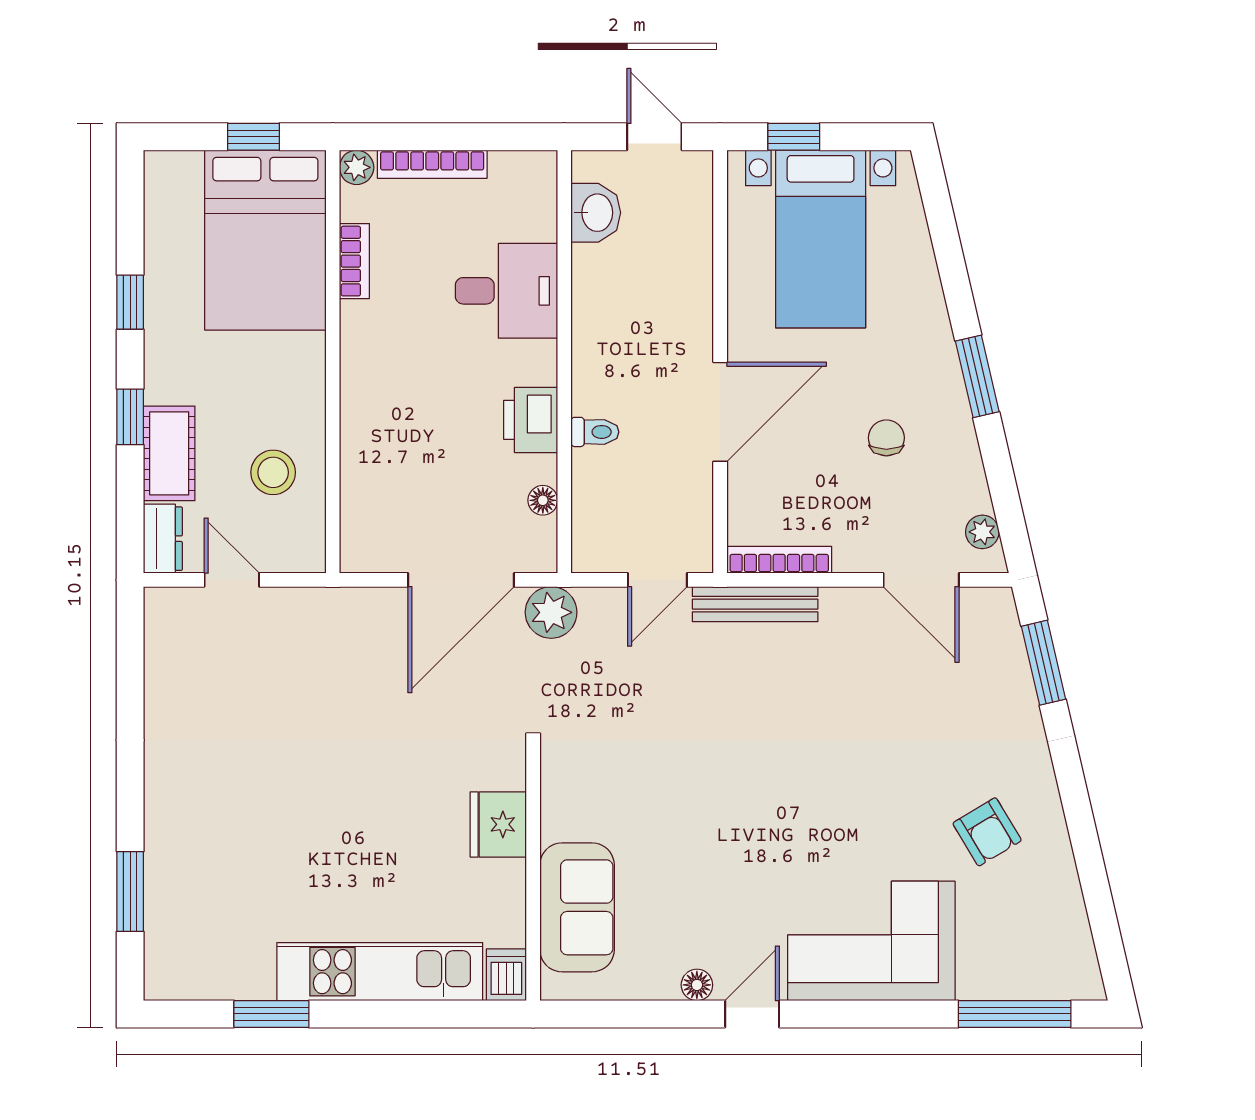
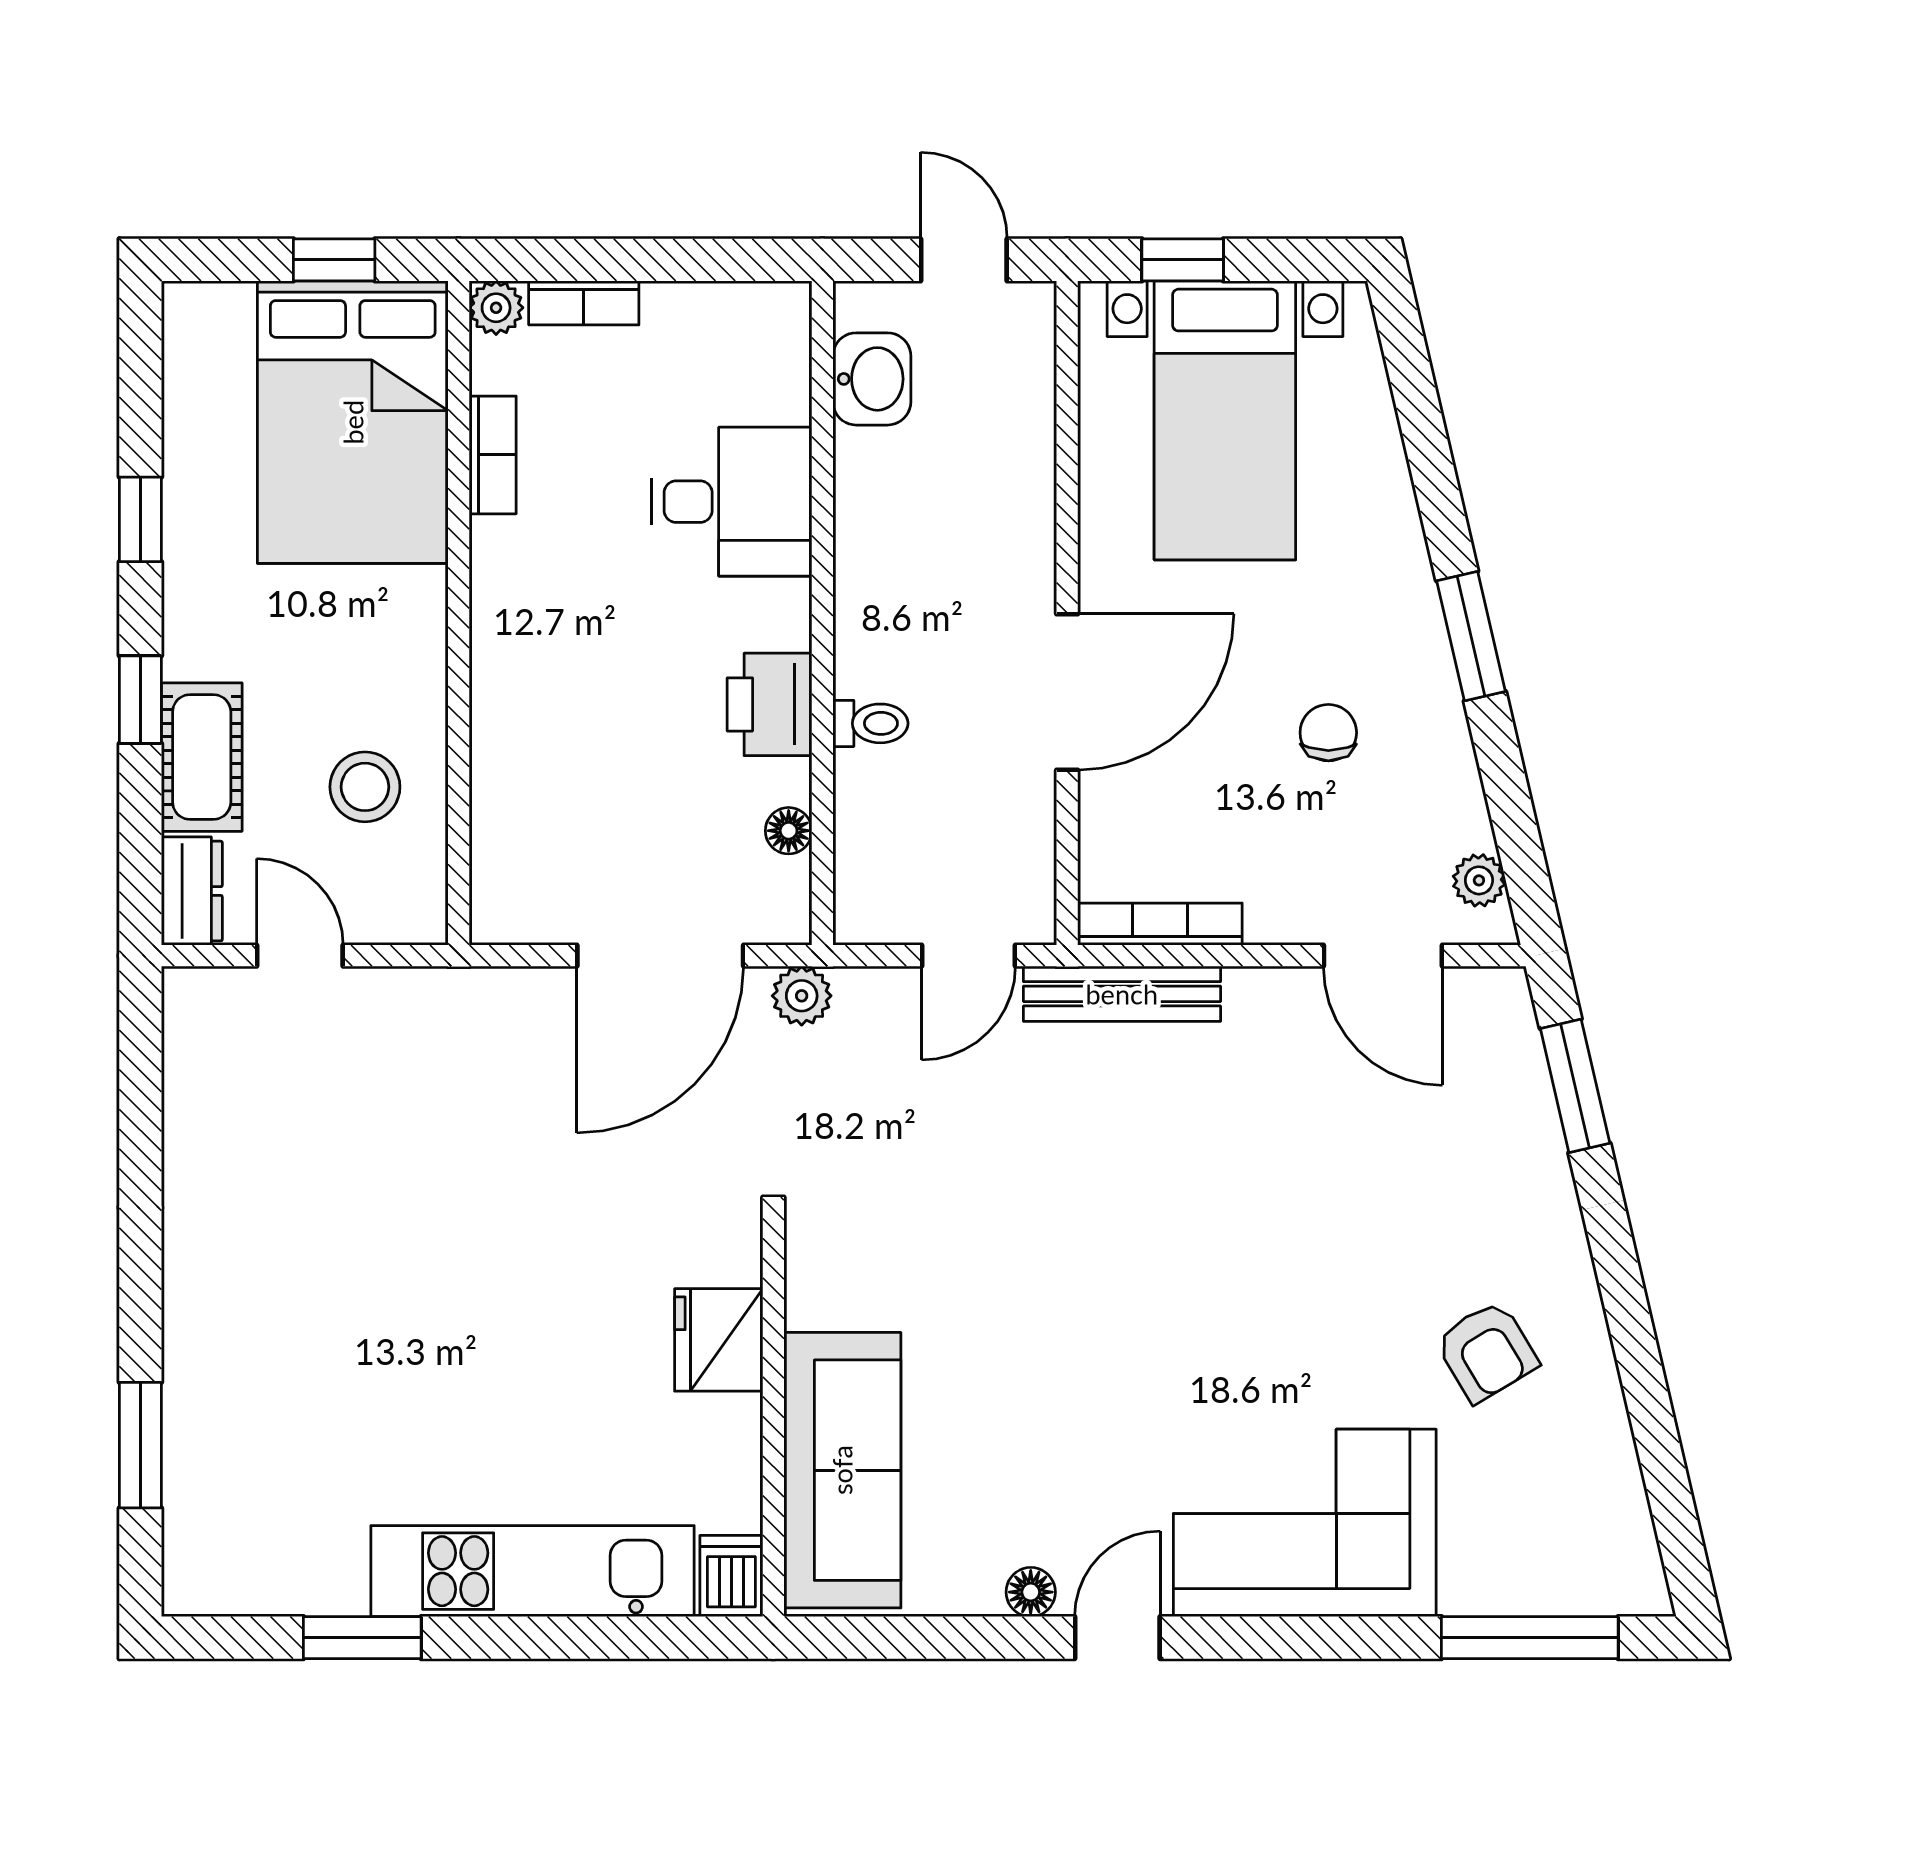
bookcase: (432, 164) -> (584, 303), width x0.64
plant: (551, 612) -> (802, 996), width x0.73, depth x0.73
sofa: (577, 907) -> (842, 1470), width x1.36

